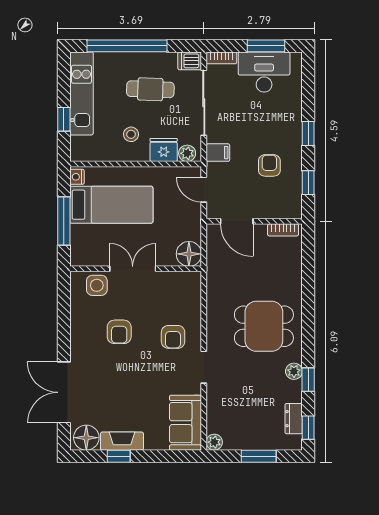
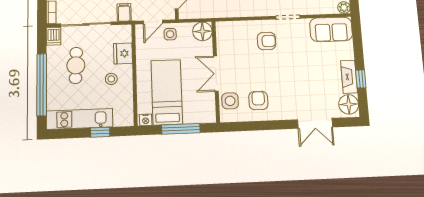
plant: (187, 153) -> (125, 35), removed
side table: (187, 212) -> (170, 34), added
armchair: (119, 332) -> (258, 101), moved, turned -90
double door: (64, 392) -> (315, 123), width x0.73

